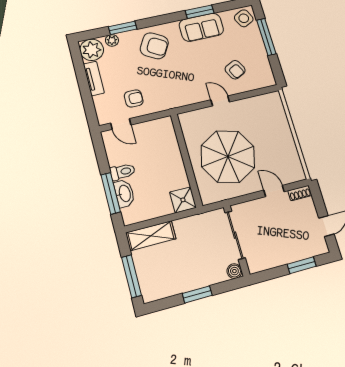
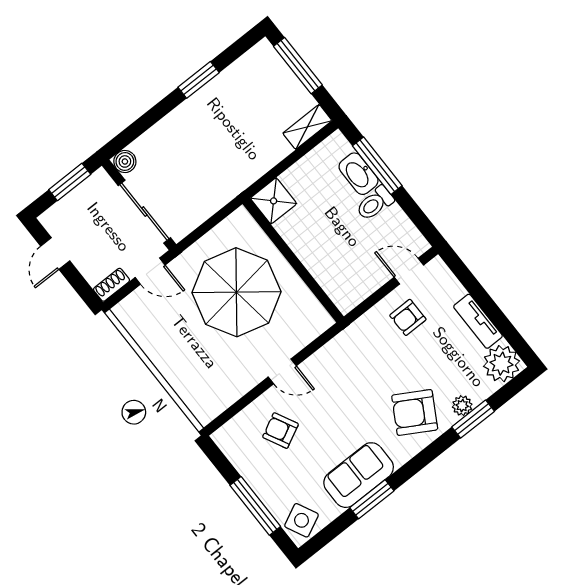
plant: (112, 40) -> (462, 406), moved
sliding door: (235, 235) -> (144, 212), moved
shelving: (151, 236) -> (307, 127), width x0.67, depth x0.75
wall: (237, 241) -> (139, 205), moved
boiler: (234, 271) -> (125, 161), moved

